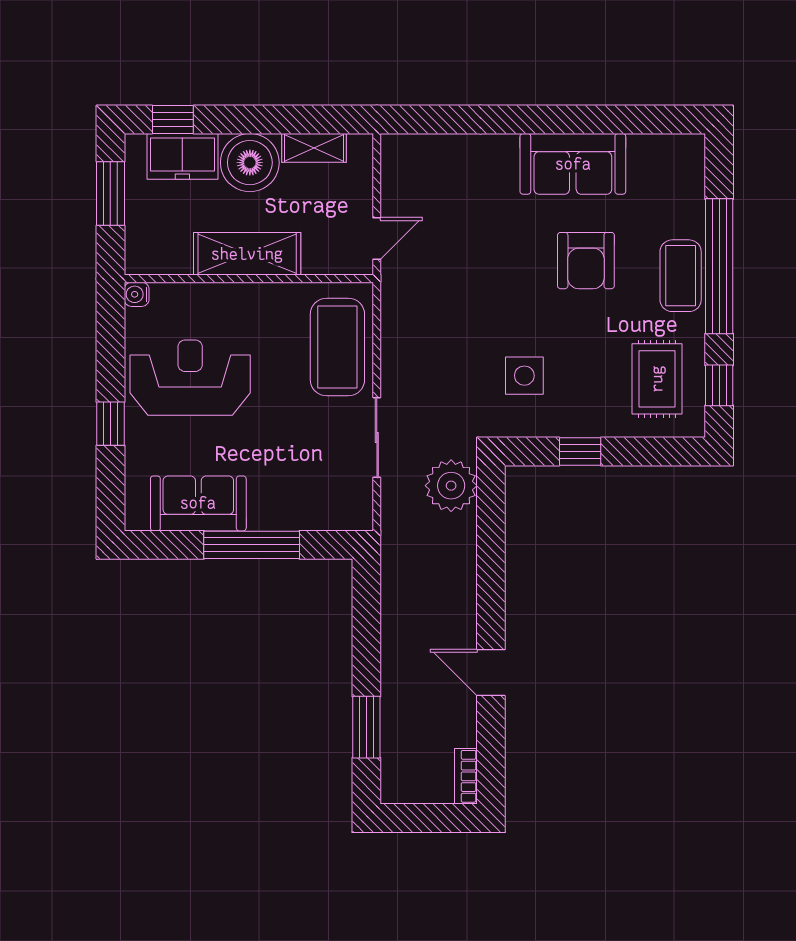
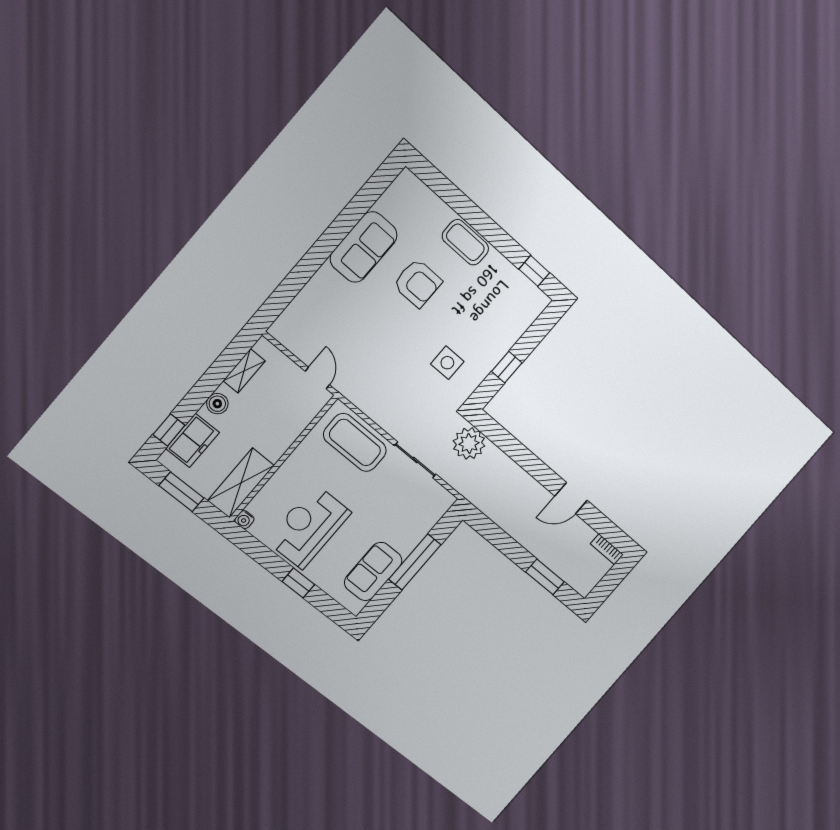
boiler: (250, 163) -> (217, 404), width x0.54, depth x0.54
shelving: (247, 254) -> (241, 483), moved
window: (719, 266) -> (477, 219), removed
rug: (657, 379) -> (505, 299), removed

